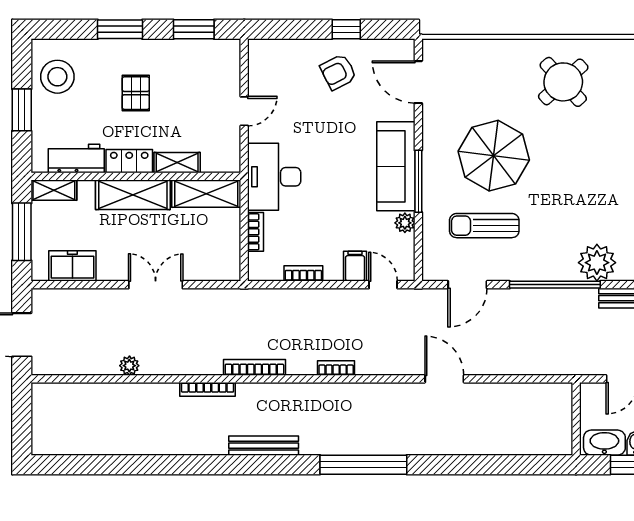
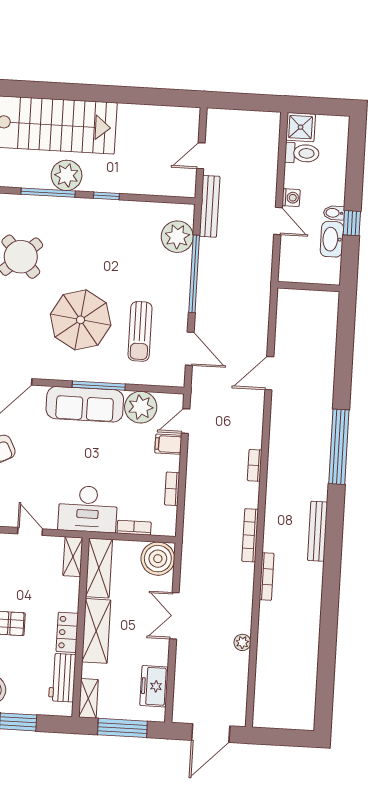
shelving: (177, 163) -> (73, 557), moved
plant: (405, 223) -> (141, 407), width x1.88, depth x1.88
boiler: (221, 262) -> (158, 559), added
wall: (576, 419) -> (309, 287), moved

